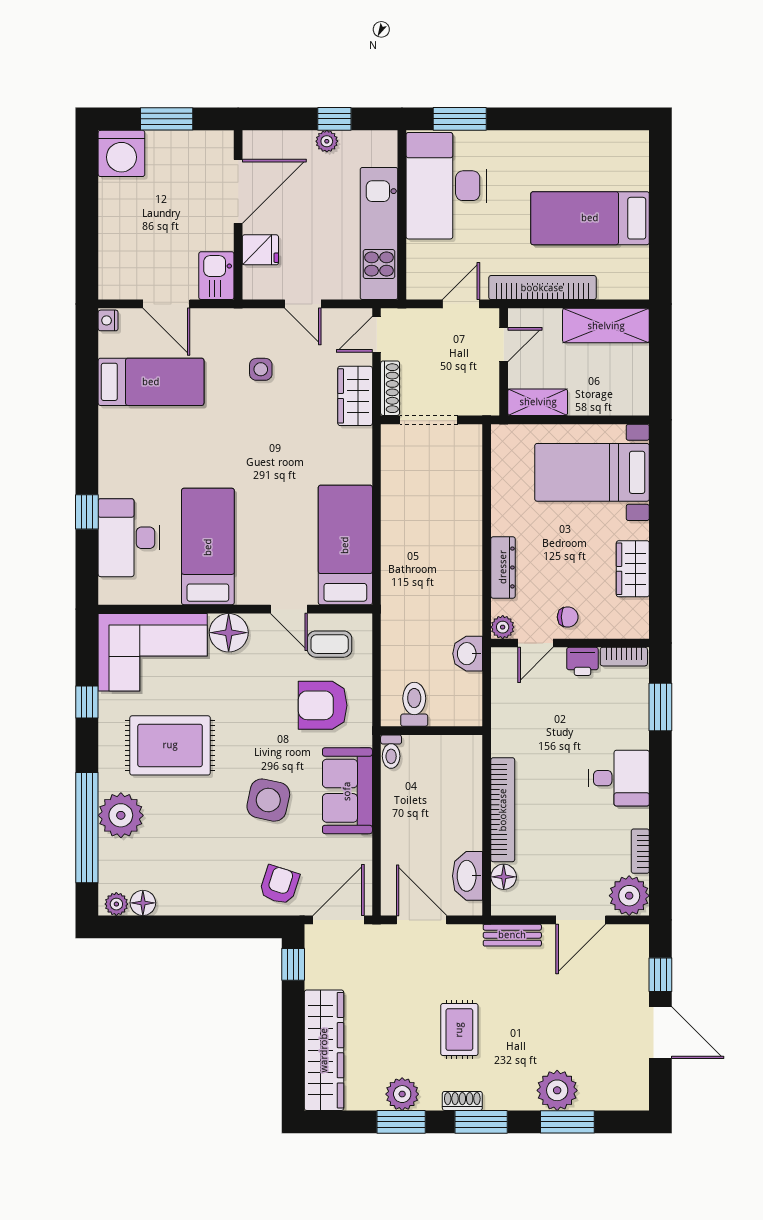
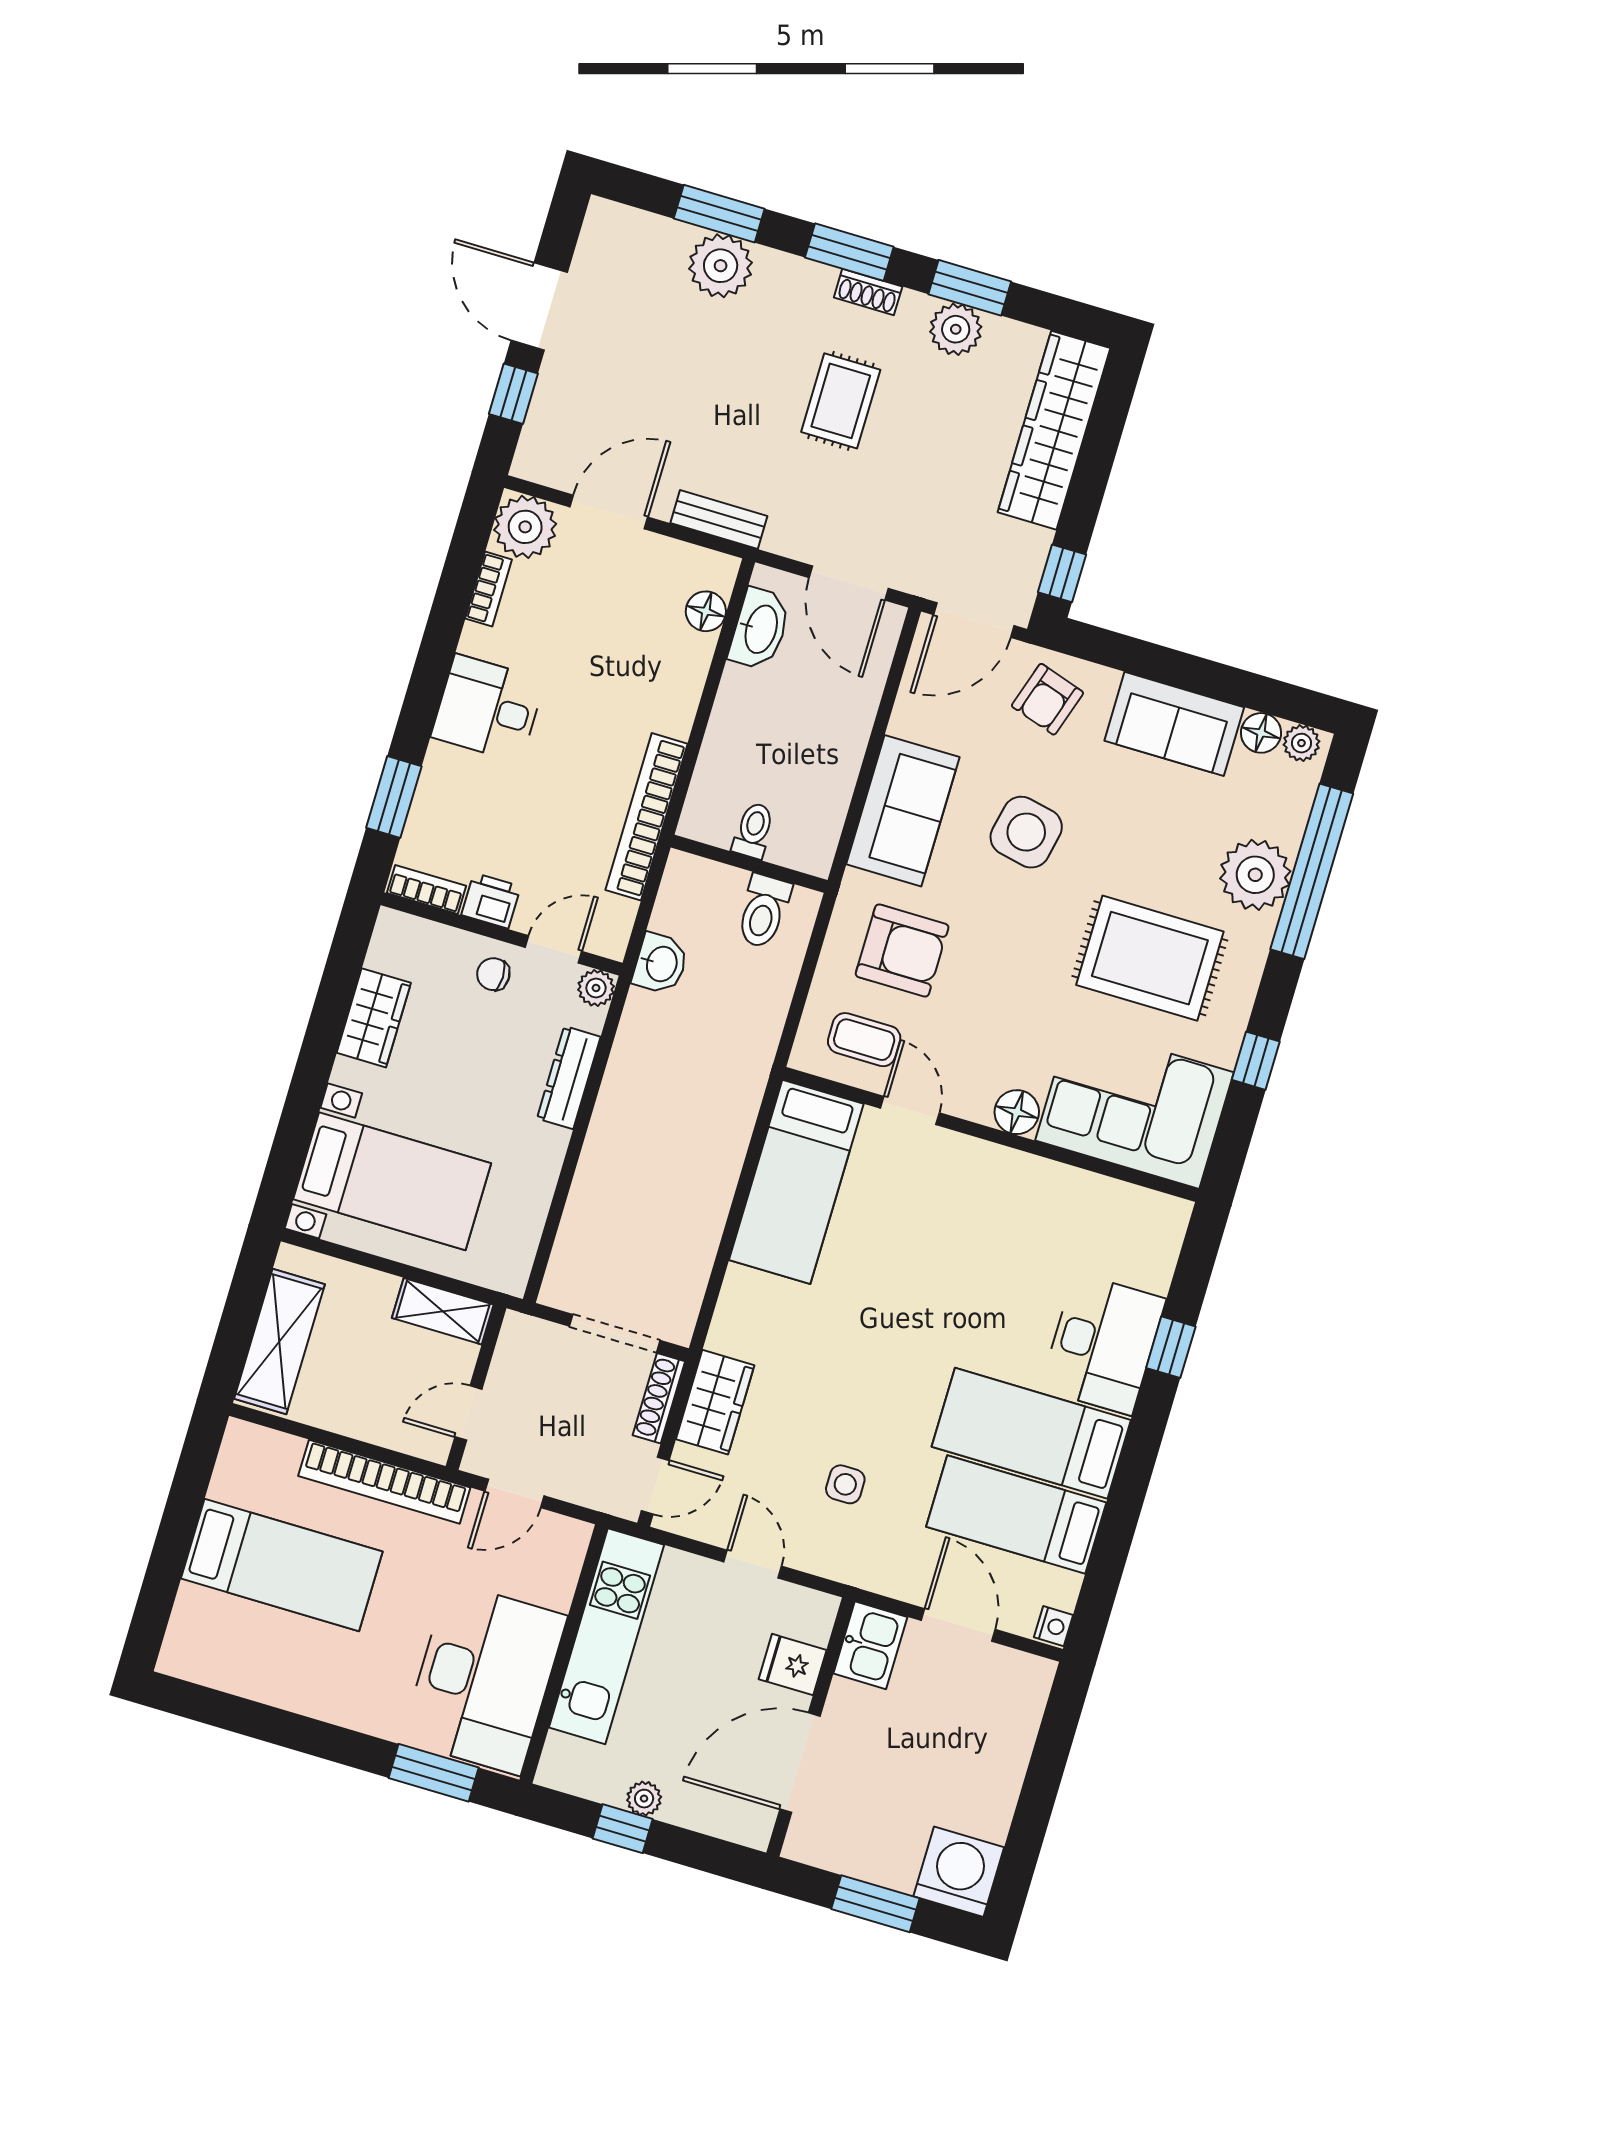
shelving: (606, 326) -> (279, 1341), moved, turned 90
desk: (129, 538) -> (1103, 1344), moved
bed: (208, 547) -> (1031, 1433), moved, turned 90
floor lamp: (229, 633) -> (1017, 1112), width x0.73, depth x0.73
toilet: (391, 752) -> (753, 830), moved
bookcase: (503, 810) -> (646, 817), moved
sofa: (198, 893) -> (1174, 724), added

